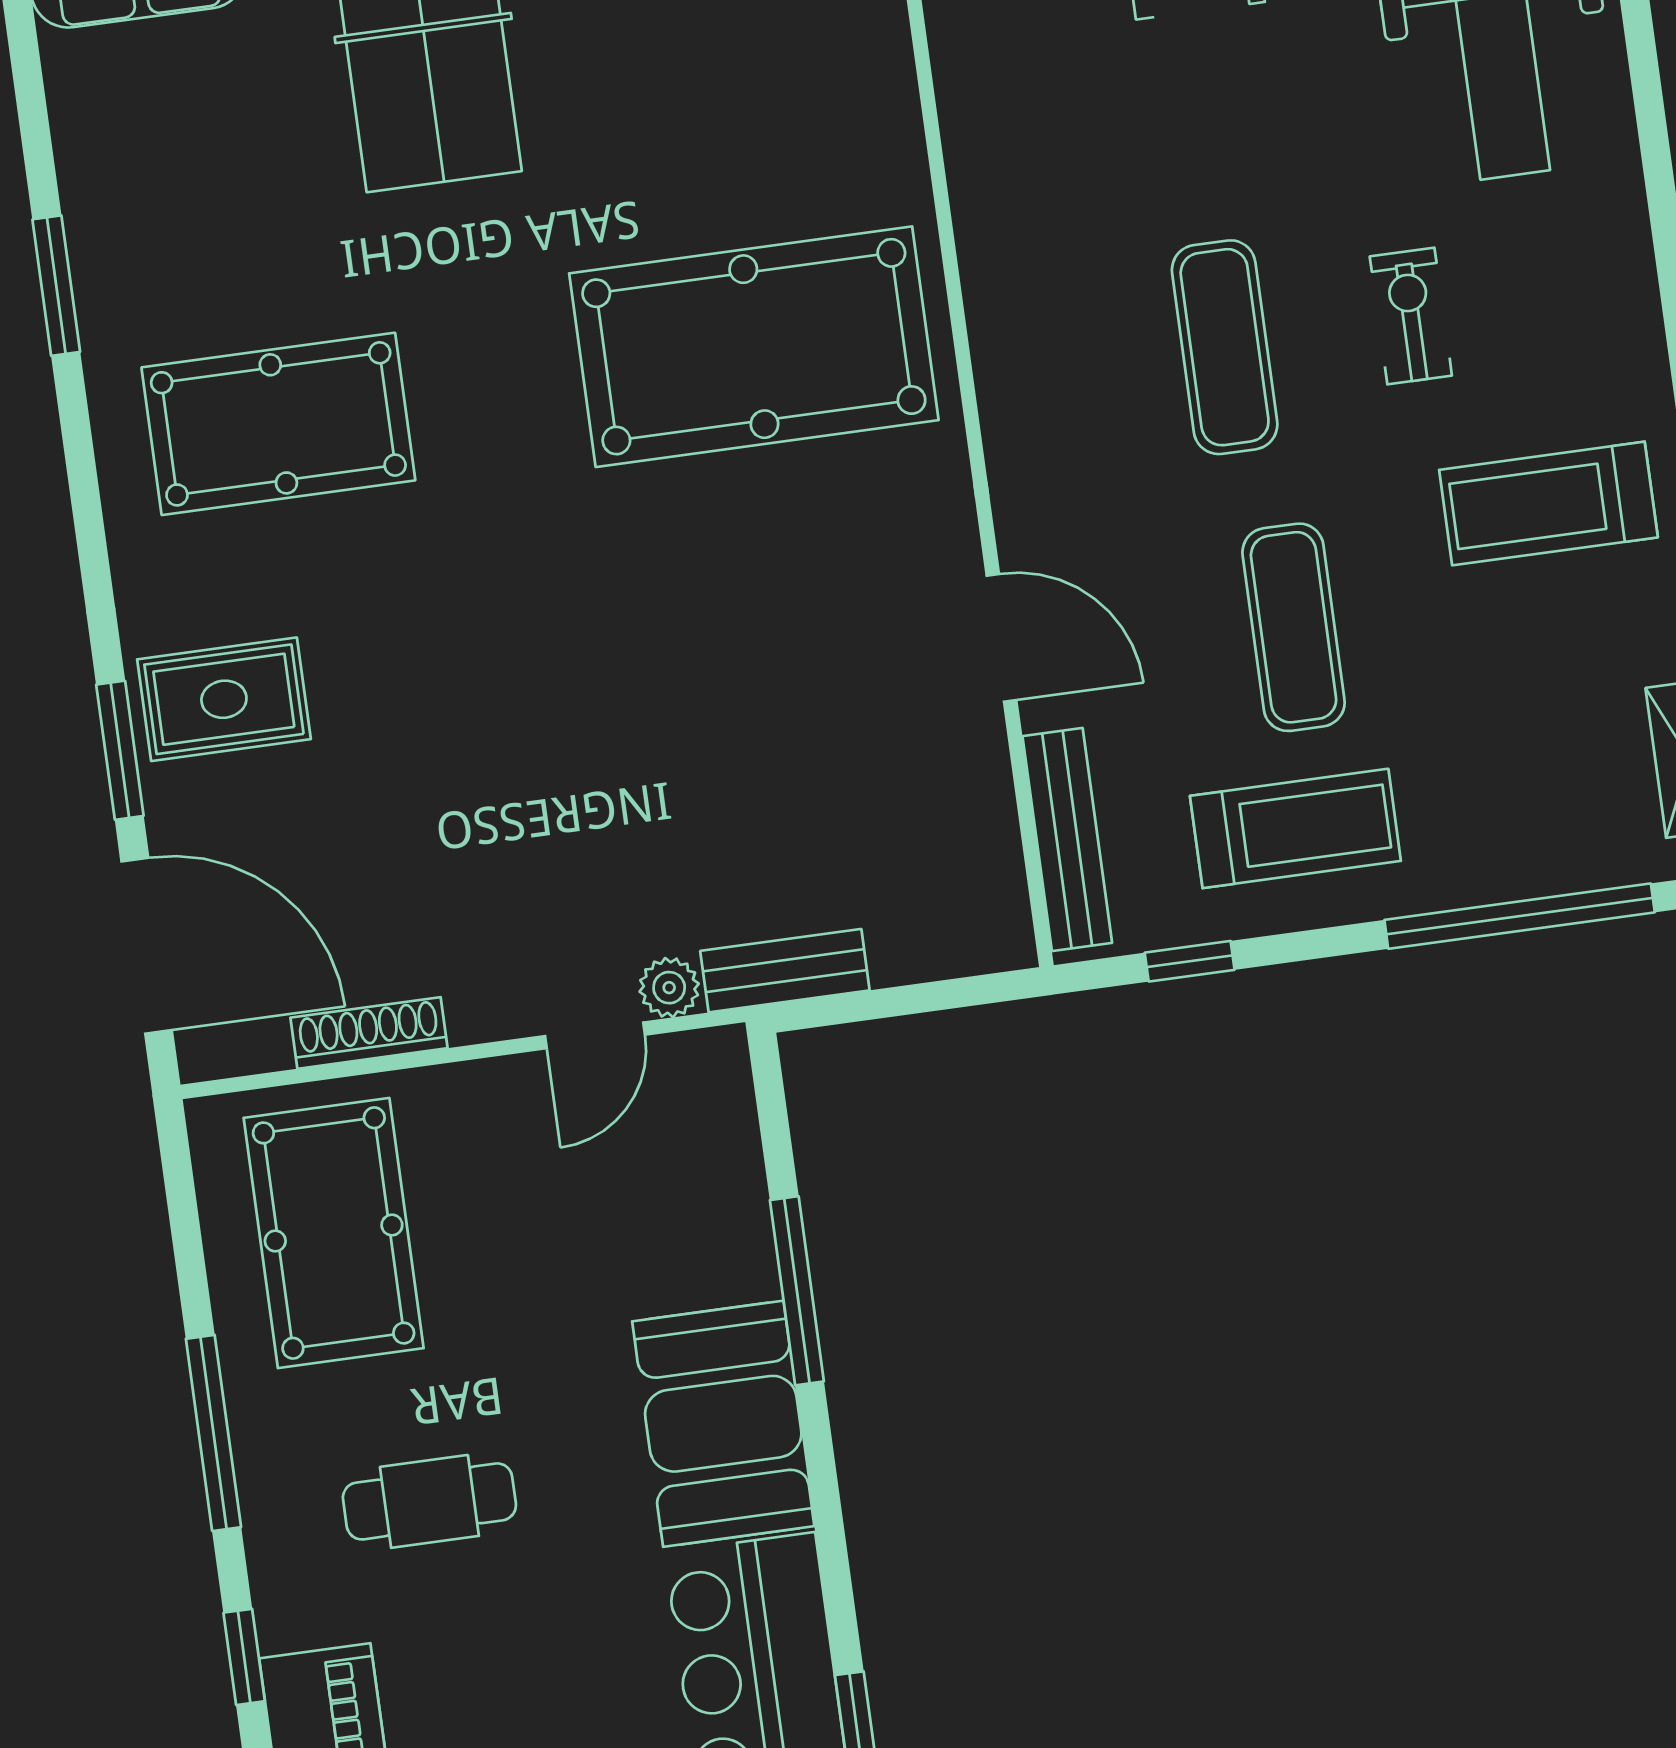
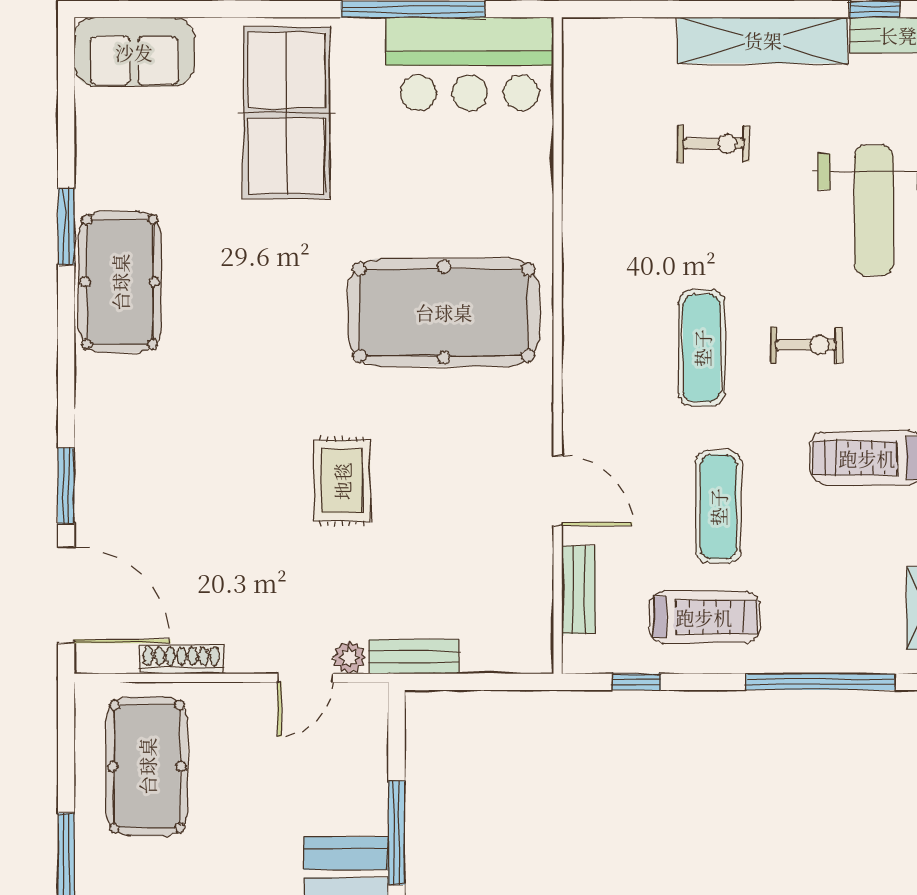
exercise bike: (1411, 316) -> (806, 345), turned 90
pool table: (278, 424) -> (120, 282), moved, turned 90
rug: (224, 699) -> (342, 481), moved, turned 90
bench: (1067, 840) -> (578, 590), width x0.73

